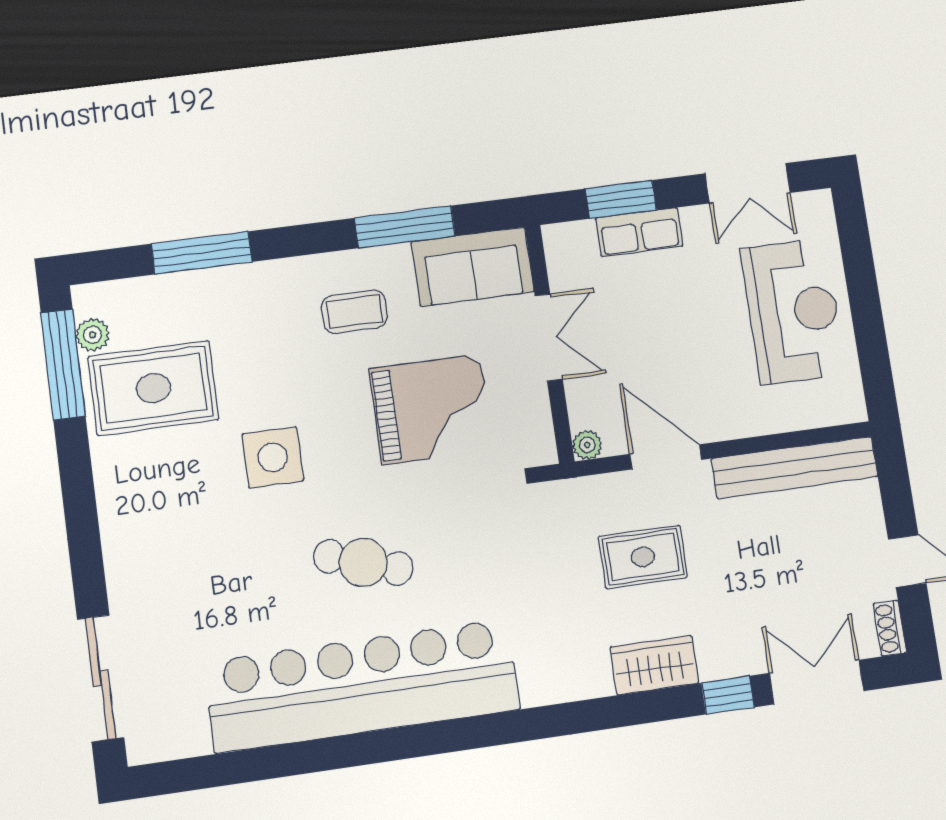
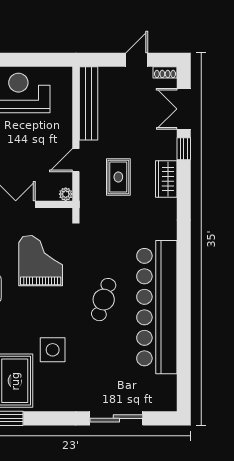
side table: (273, 457) -> (53, 350), moved
door: (666, 457) -> (76, 160), width x0.73
sliding door: (100, 678) -> (116, 418), moved

